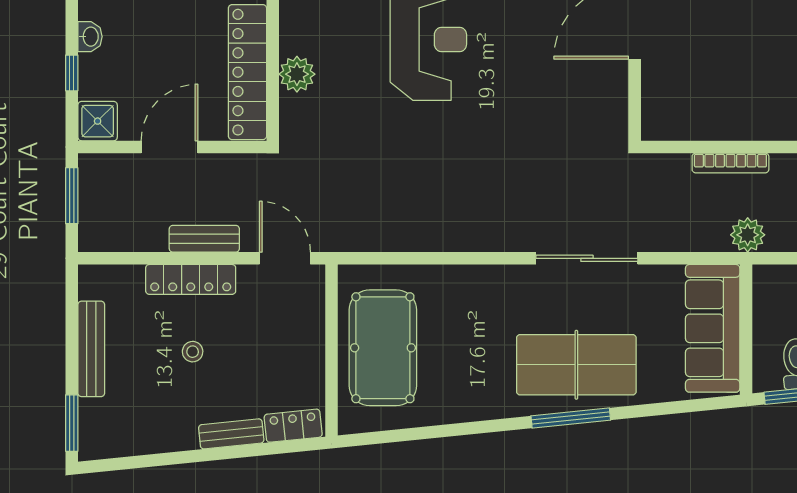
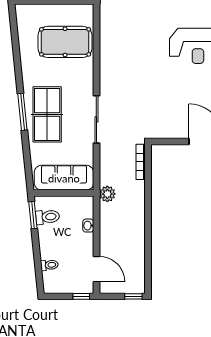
bookcase: (730, 163) -> (141, 162), moved
pool table: (383, 348) -> (65, 42), moved

